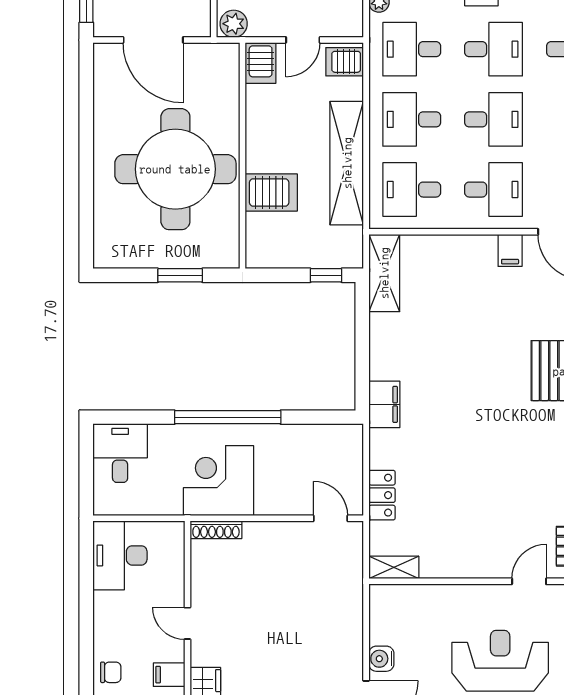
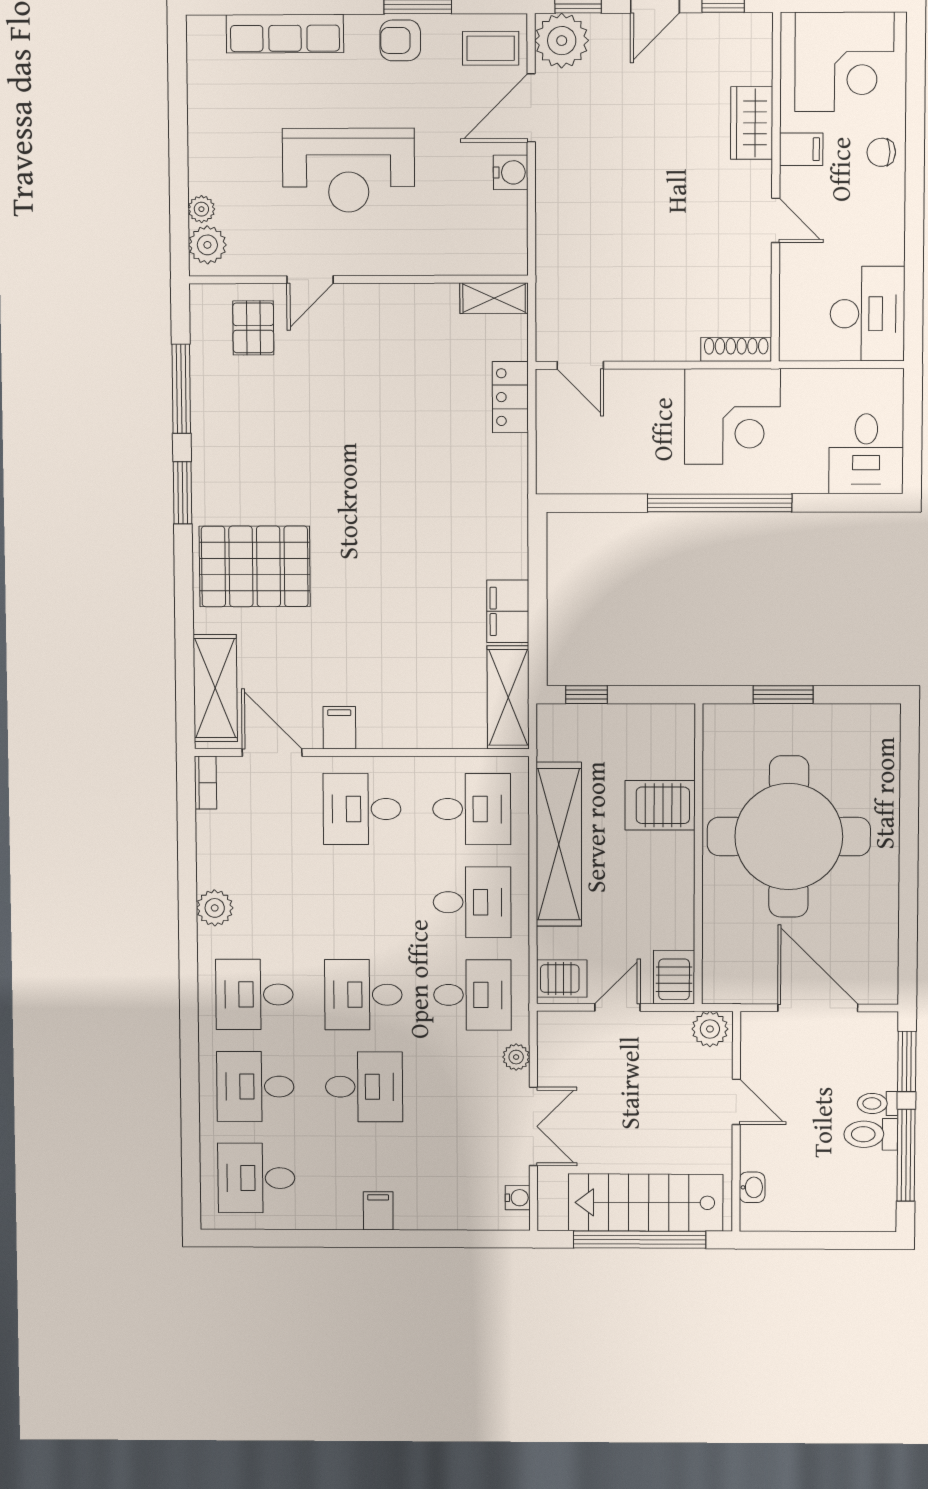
desk: (494, 119) -> (363, 902), removed
filing cabinet: (384, 404) -> (508, 611), moved

